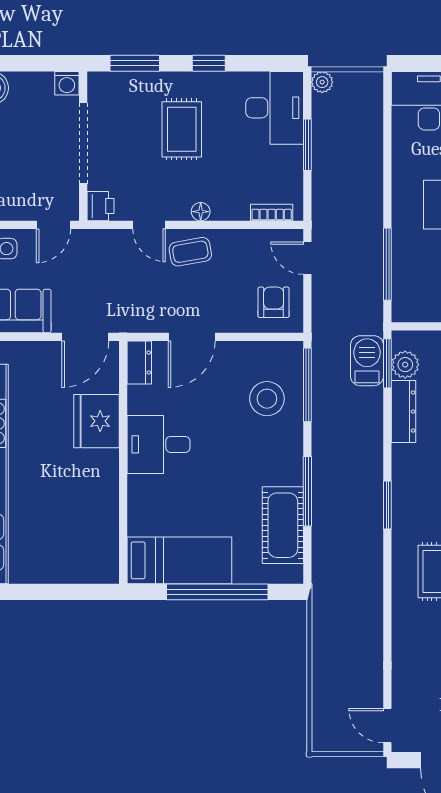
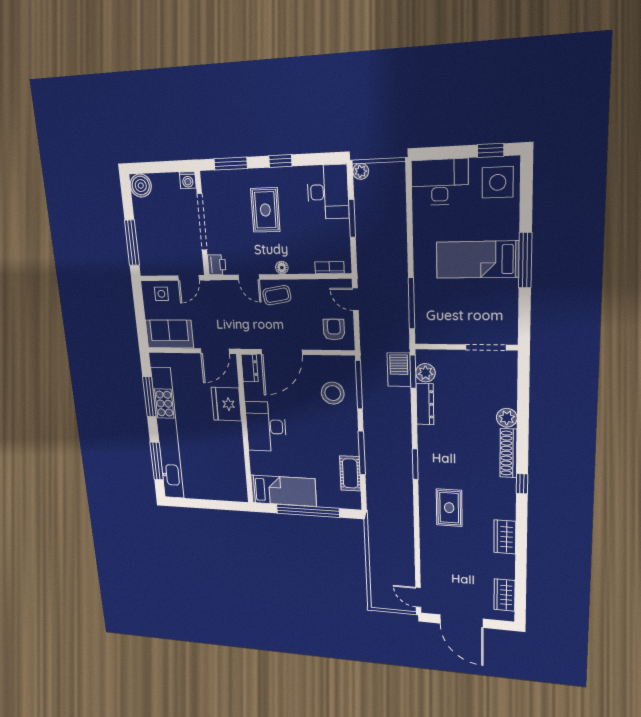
door: (192, 337) -> (282, 352), width x1.36
desk: (158, 444) -> (266, 427), width x1.37
cot: (283, 525) -> (350, 473), width x0.73, depth x0.75

